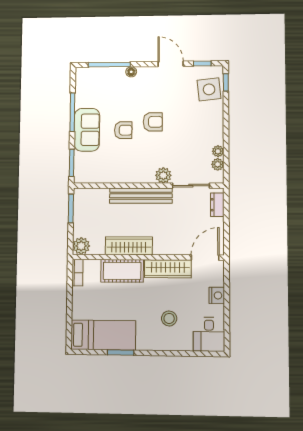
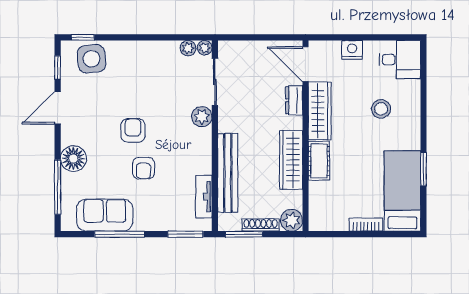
floor lamp: (131, 72) -> (73, 159), width x1.89, depth x1.89
sofa: (87, 130) -> (105, 215), moved
armchair: (123, 130) -> (143, 168), turned 180
plant: (218, 151) -> (205, 48), moved
tv unit: (101, 177) -> (204, 197), added
bench: (141, 196) -> (228, 173), moved
dresser: (217, 205) -> (294, 100), moved, turned 90
shoe rack: (78, 221) -> (261, 225), added
cot: (122, 271) -> (319, 161), width x0.73, depth x0.75
bookcase: (77, 273) -> (366, 225), moved

